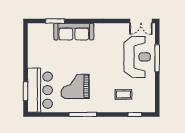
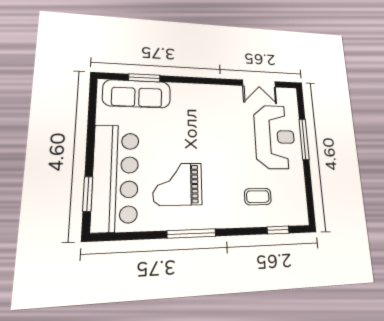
double door: (141, 21) -> (259, 84), moved
sofa: (74, 32) -> (137, 94), moved
bar counter: (40, 90) -> (115, 177), width x1.36

